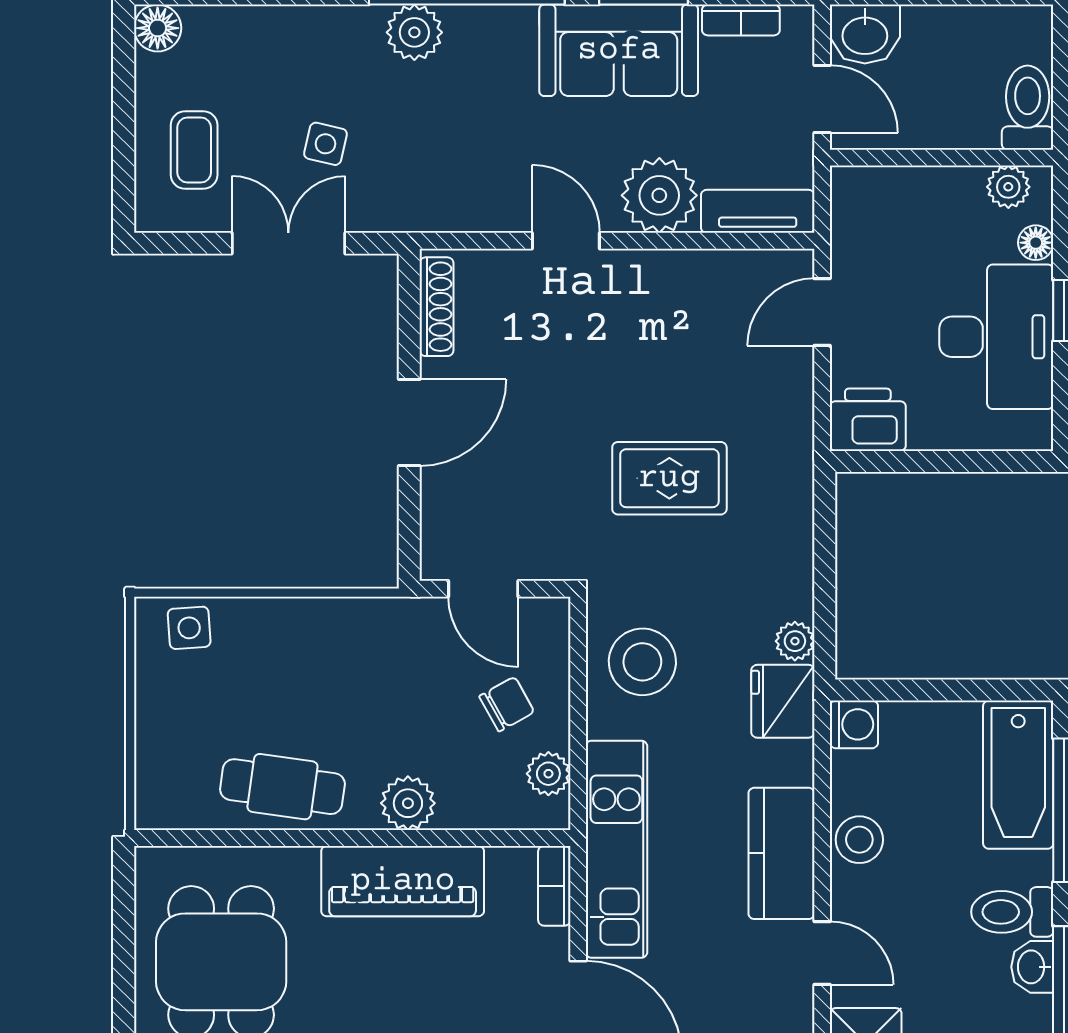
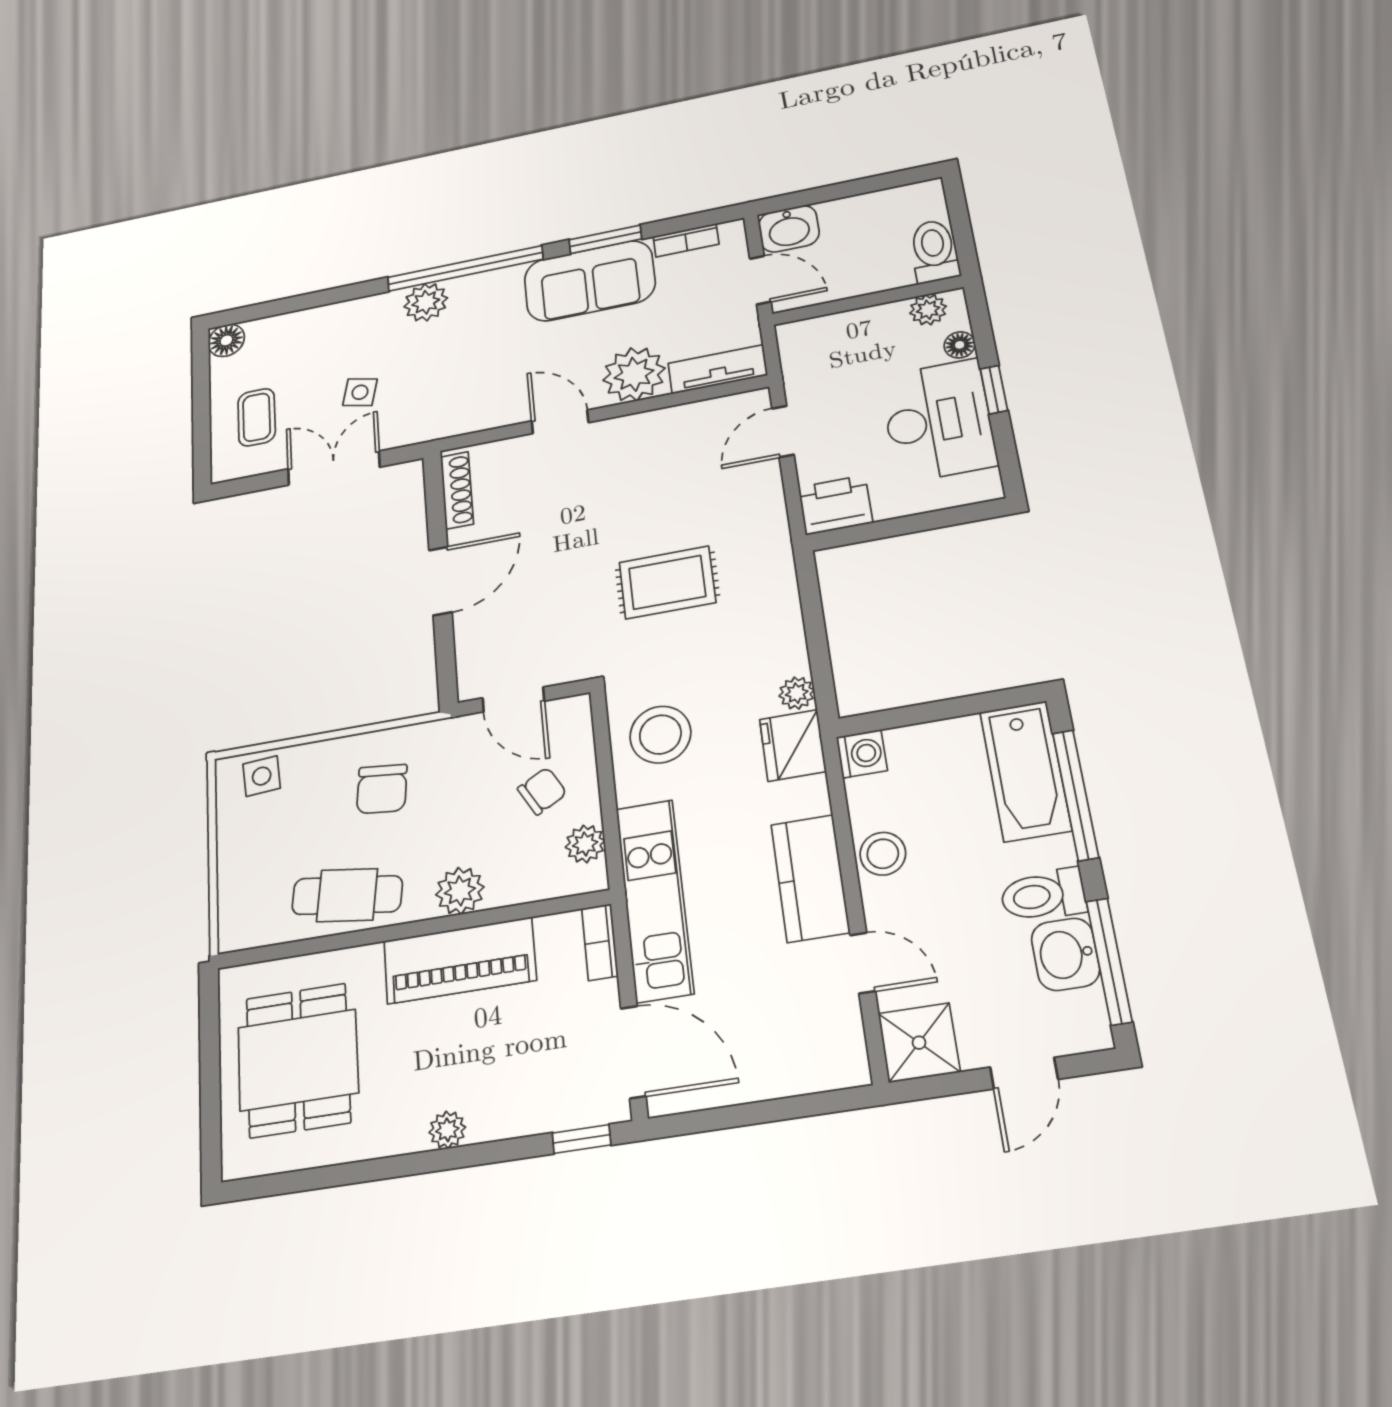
chair: (327, 669) -> (382, 789), added
washbasin: (1032, 967) -> (1065, 954), width x1.38, depth x1.45

